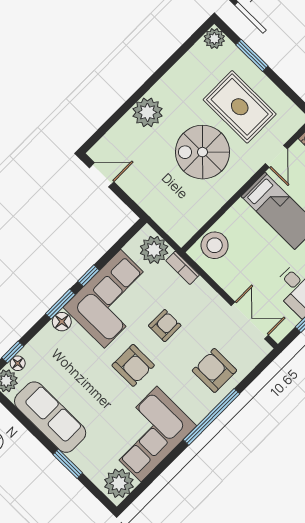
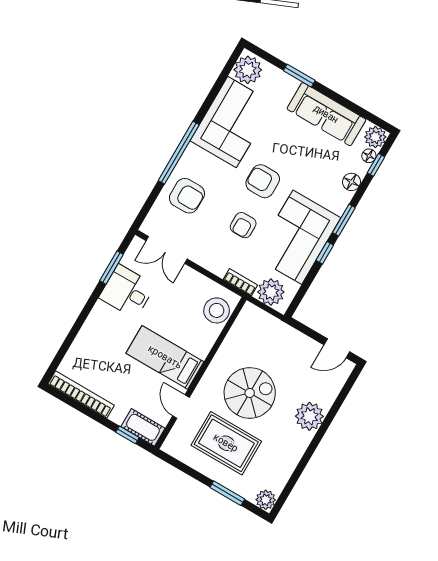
floor lamp: (62, 322) -> (352, 182), moved

